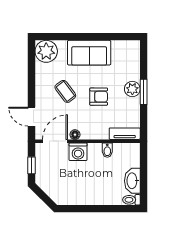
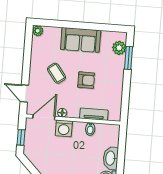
plant: (46, 51) -> (38, 31), width x0.53, depth x0.53
plant: (132, 89) -> (119, 48), moved
window: (144, 92) -> (129, 58), moved
tv unit: (125, 134) -> (94, 114), moved

